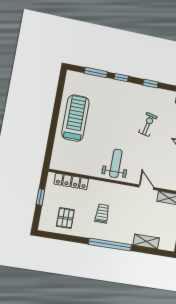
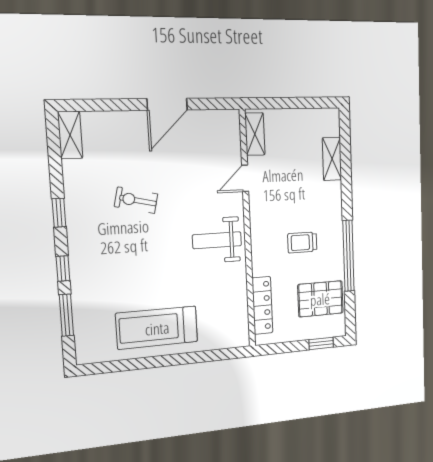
window: (40, 197) -> (321, 343), moved
pallet: (65, 218) -> (320, 299), width x1.50, depth x1.42
window: (110, 245) -> (348, 256), moved

